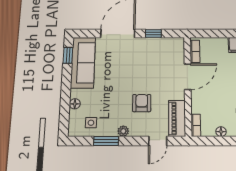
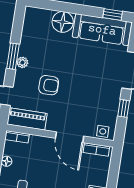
floor lamp: (75, 104) -> (63, 22), width x1.89, depth x1.89
side table: (91, 123) -> (103, 131), moved
window: (106, 141) -> (13, 56), moved

